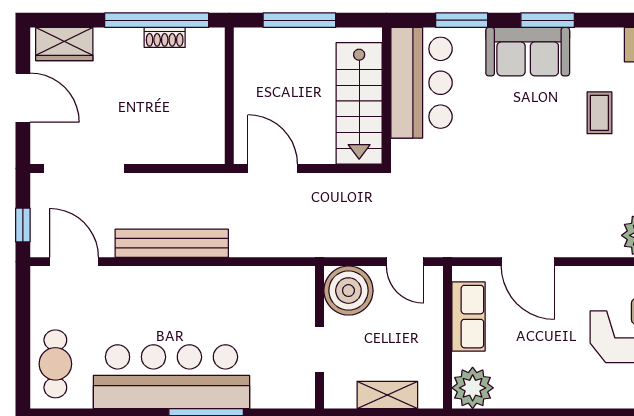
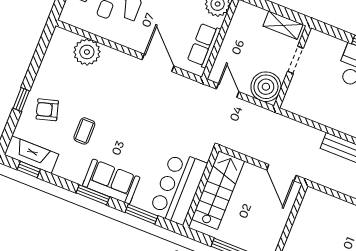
shelving: (387, 395) -> (283, 25), moved

